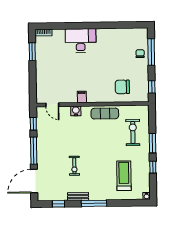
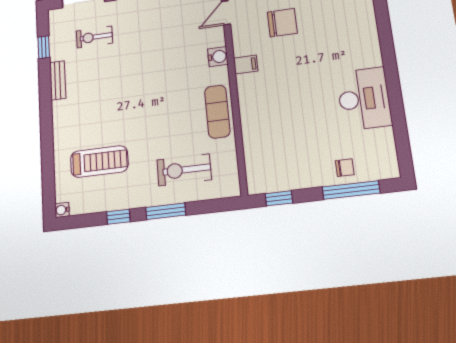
desk: (81, 41) -> (364, 99), moved
chair: (122, 87) -> (282, 23), moved, turned 90
exercise bike: (133, 132) -> (184, 170), turned 180
exercise bike: (74, 166) -> (94, 37), moved
window: (94, 203) -> (46, 111), removed

